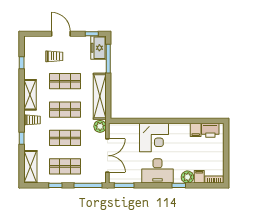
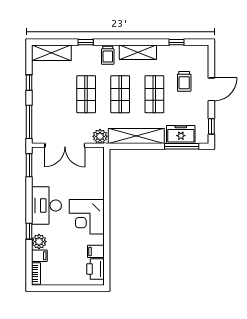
freezer: (98, 48) -> (181, 134), moved
corner desk: (154, 137) -> (87, 217), moved
shop shelf: (65, 166) -> (52, 94), removed

